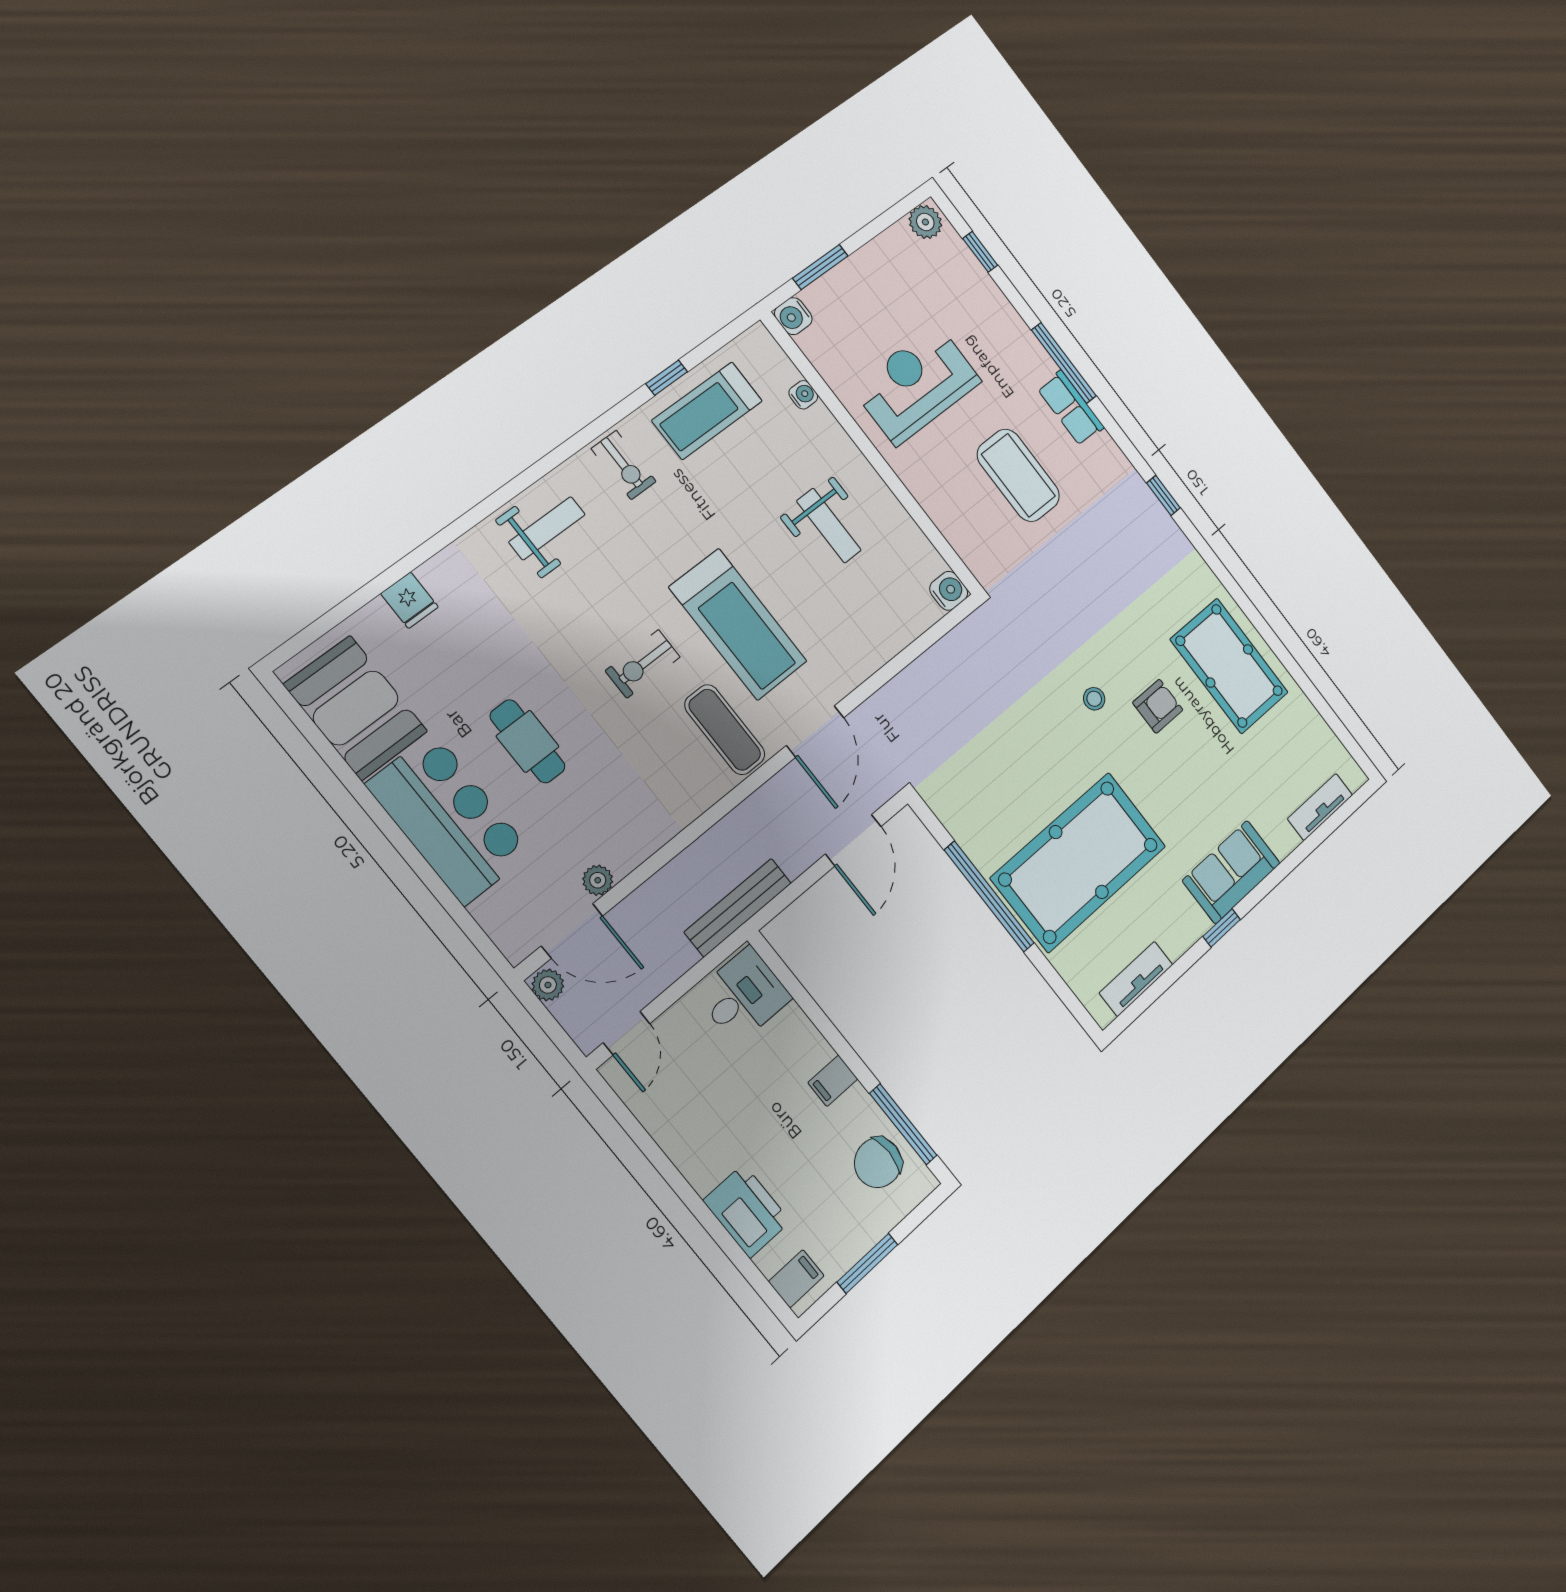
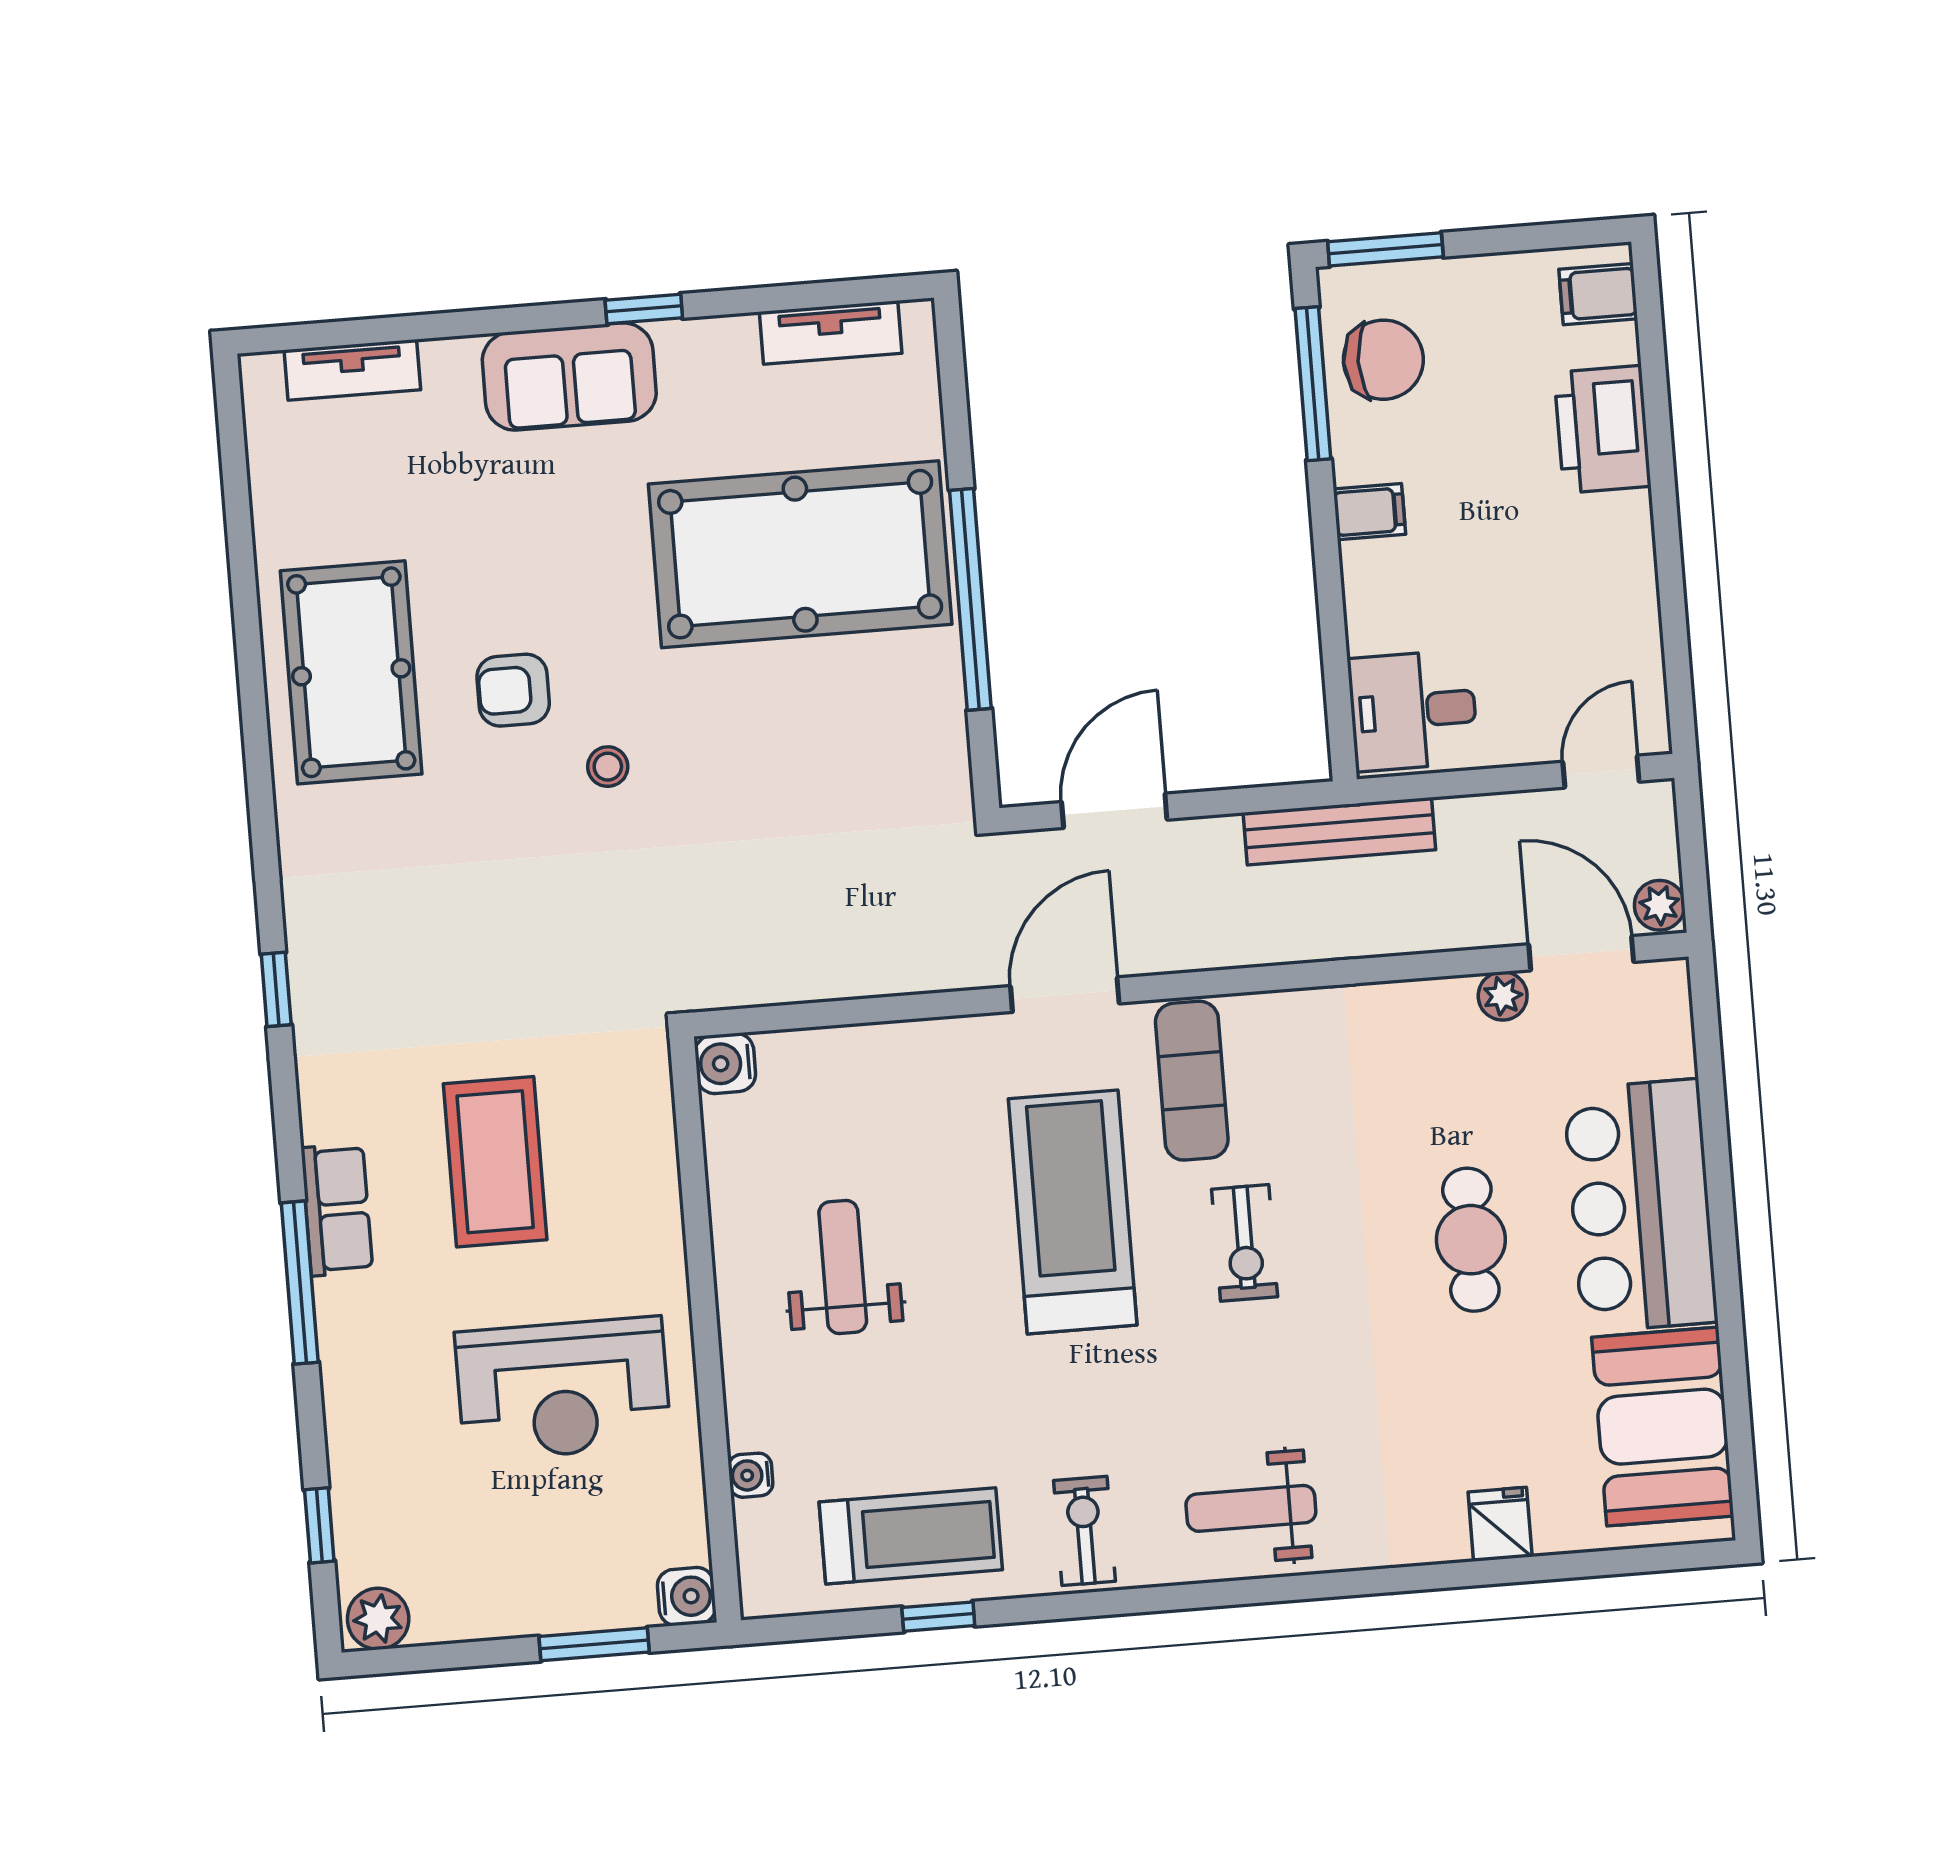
exercise bike: (643, 664) -> (1245, 1243), turned 90
window: (867, 1263) -> (1385, 249), moved

